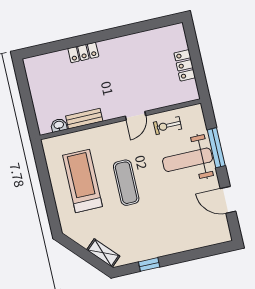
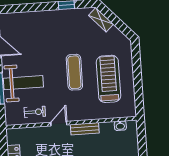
bench: (84, 119) -> (85, 129), moved
treadmill: (82, 181) -> (108, 79), turned 180

